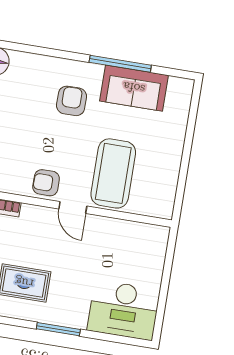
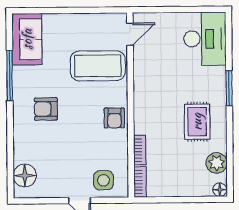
sofa: (134, 88) -> (27, 39), moved
door: (73, 208) -> (130, 34), moved

